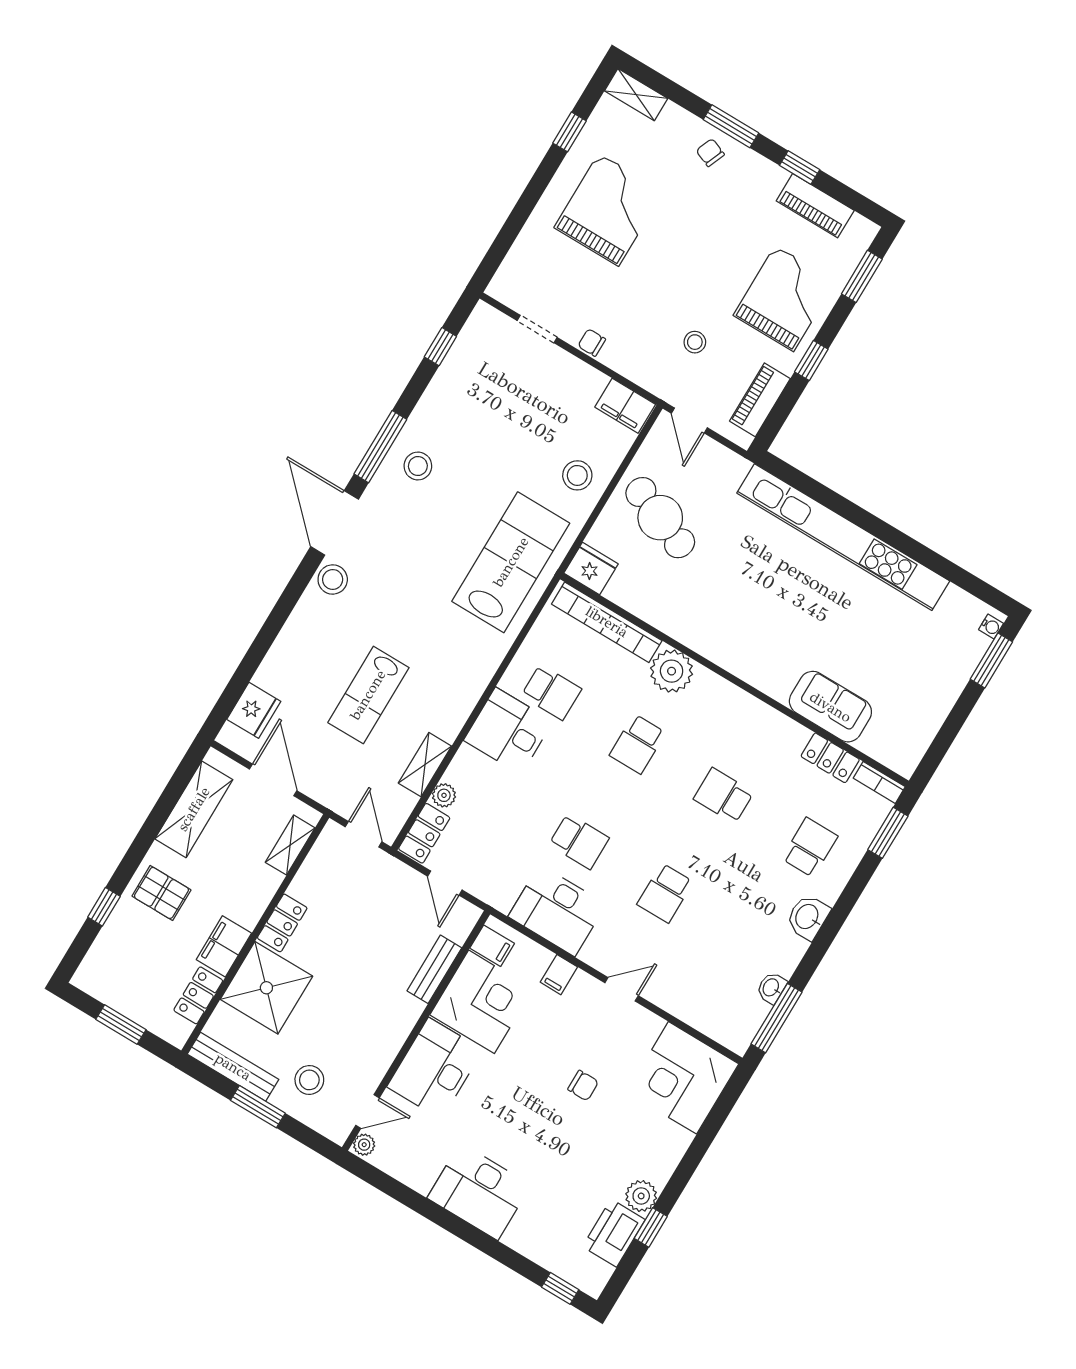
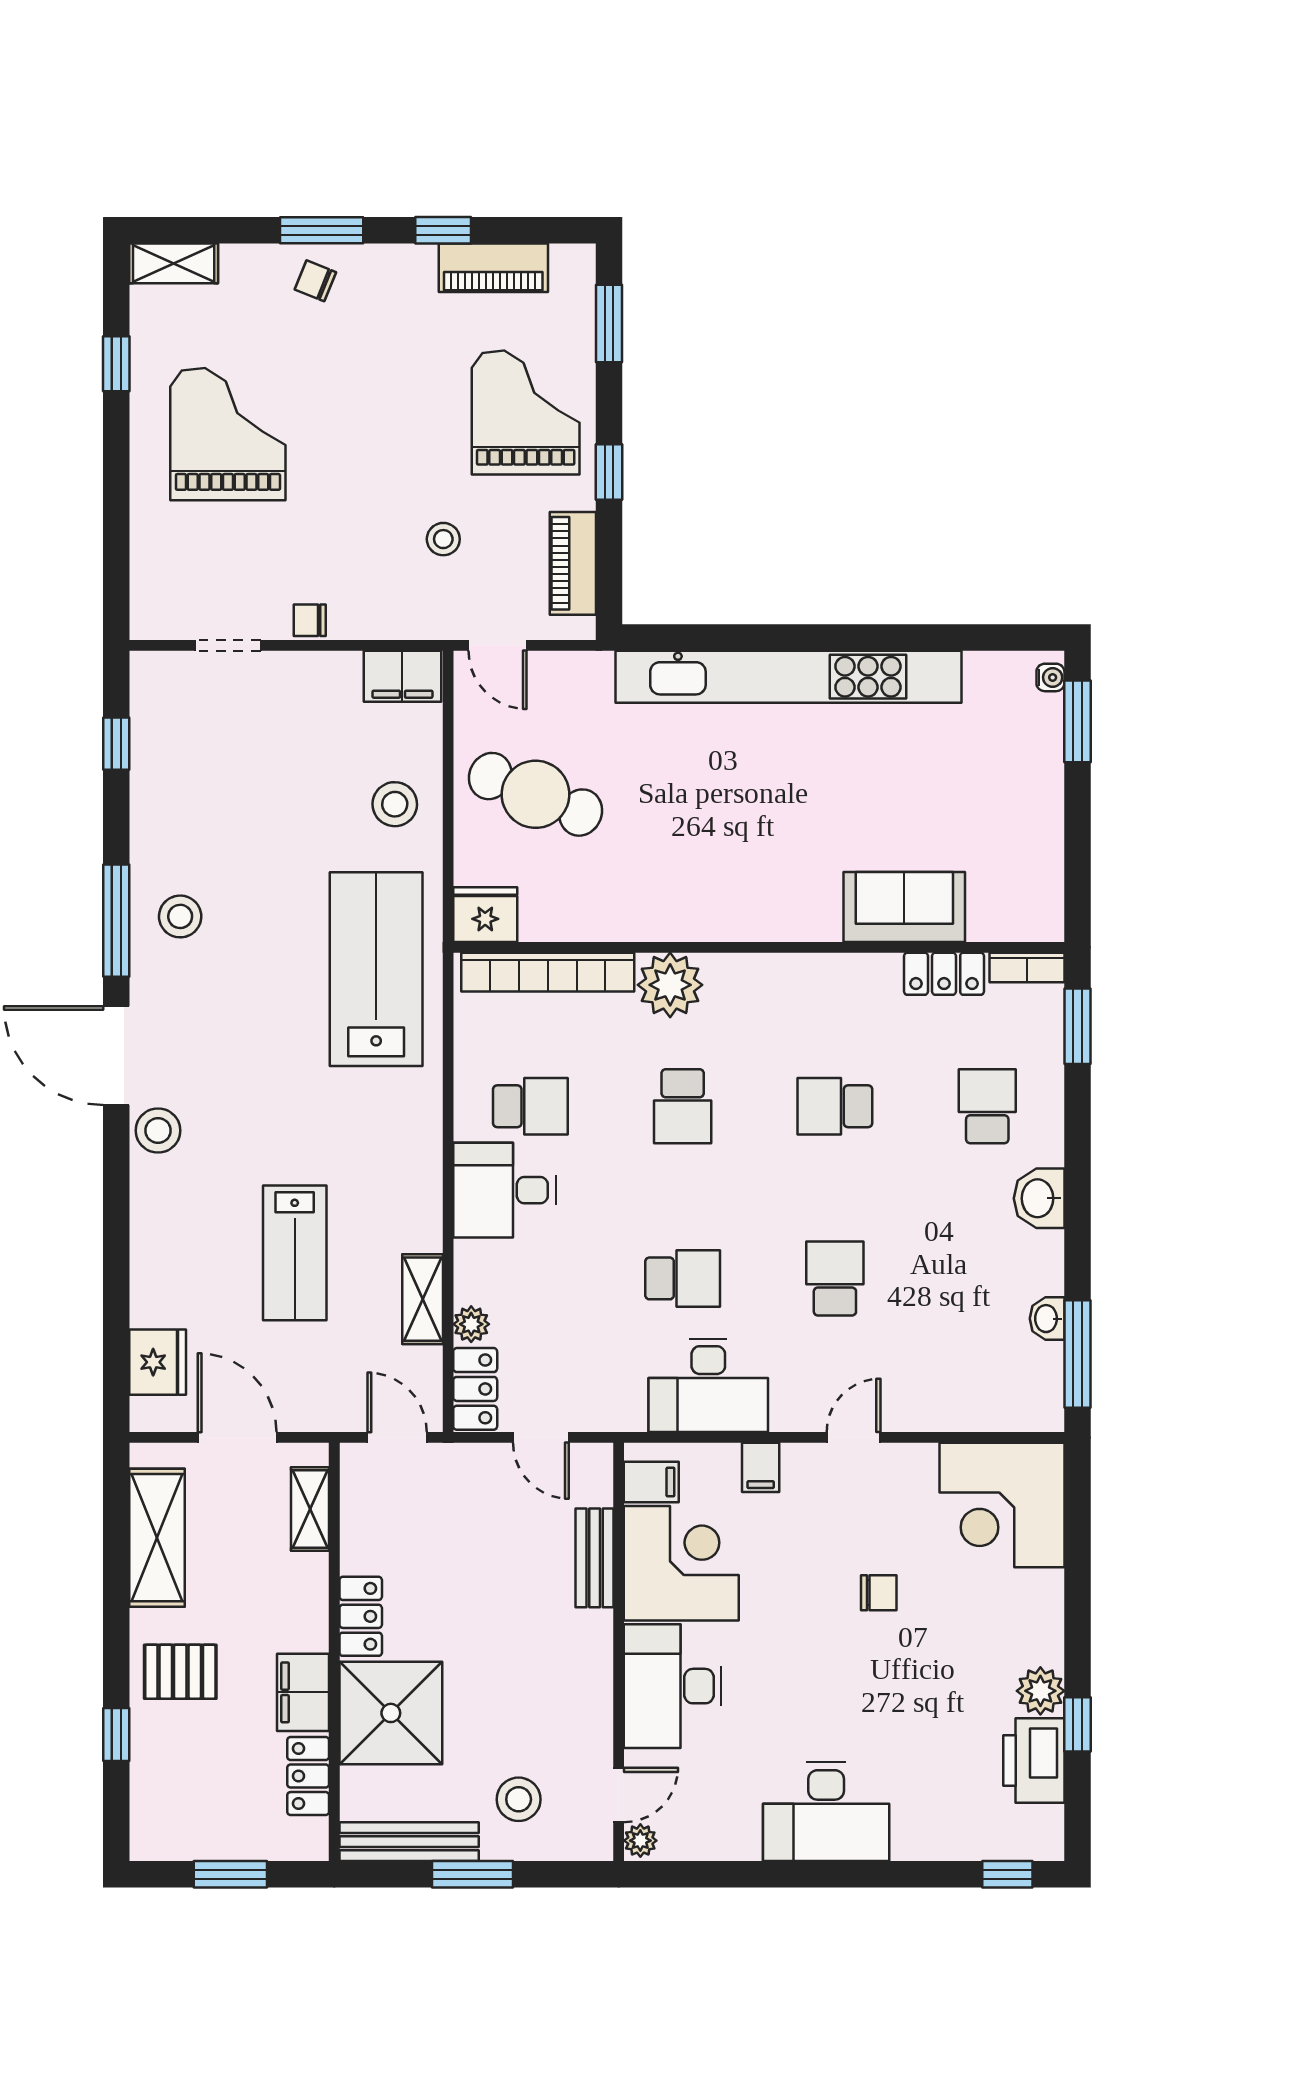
school desk: (665, 893) -> (835, 1278), turned 180

